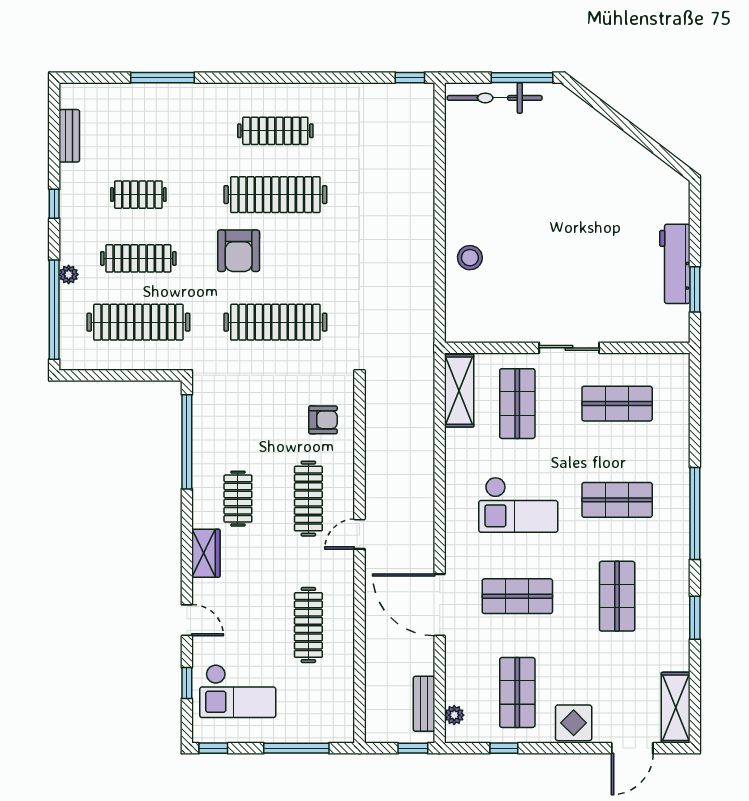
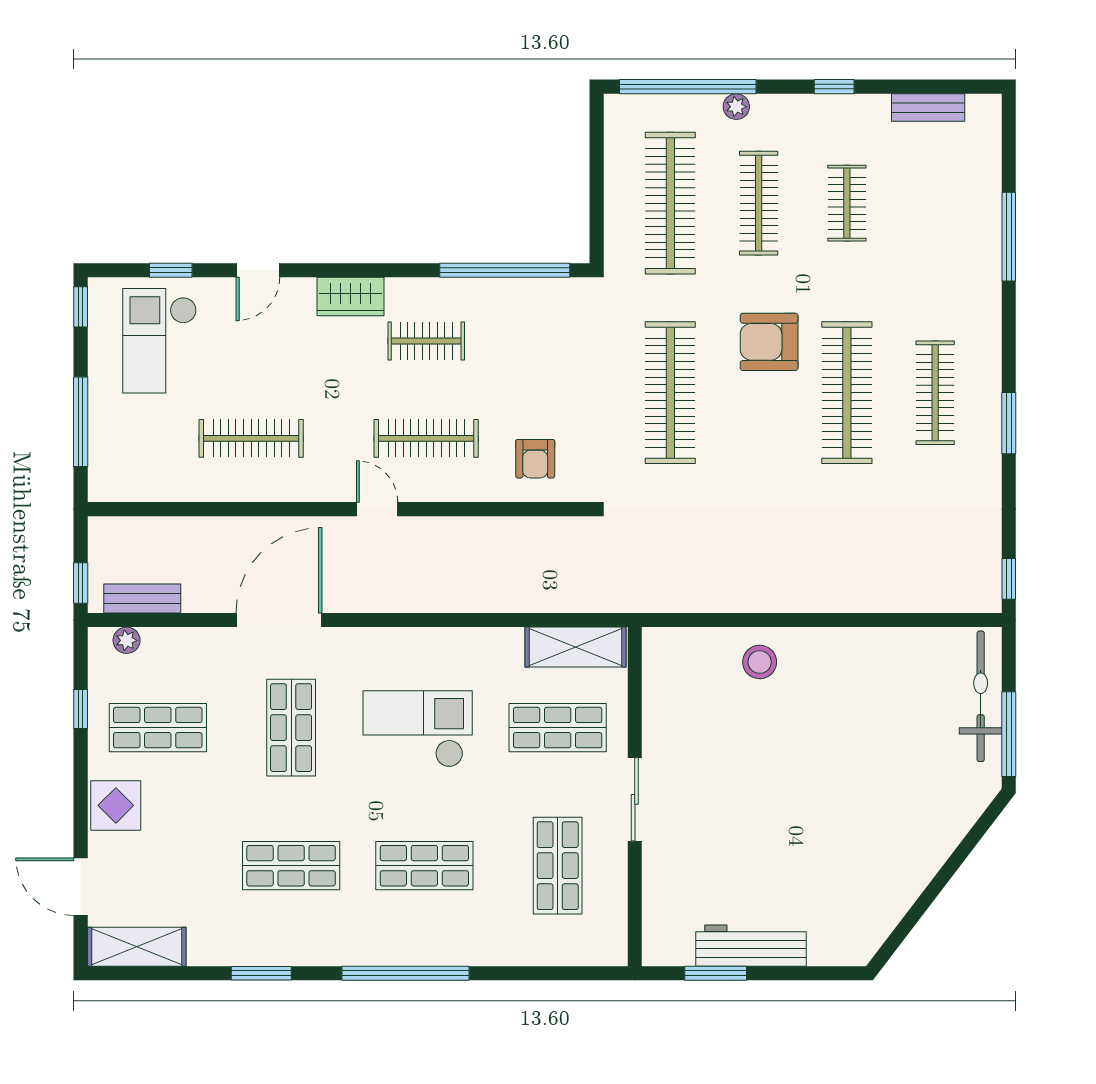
window: (297, 78) -> (1009, 423), added
shop shelf: (617, 500) -> (424, 866), turned 90
checkout: (518, 505) -> (418, 729), turned 90

